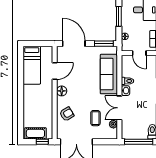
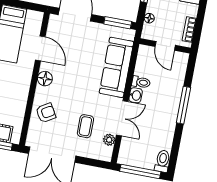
door: (55, 71) -> (40, 48), hinge flipped
double door: (119, 108) -> (122, 118), swing flipped

